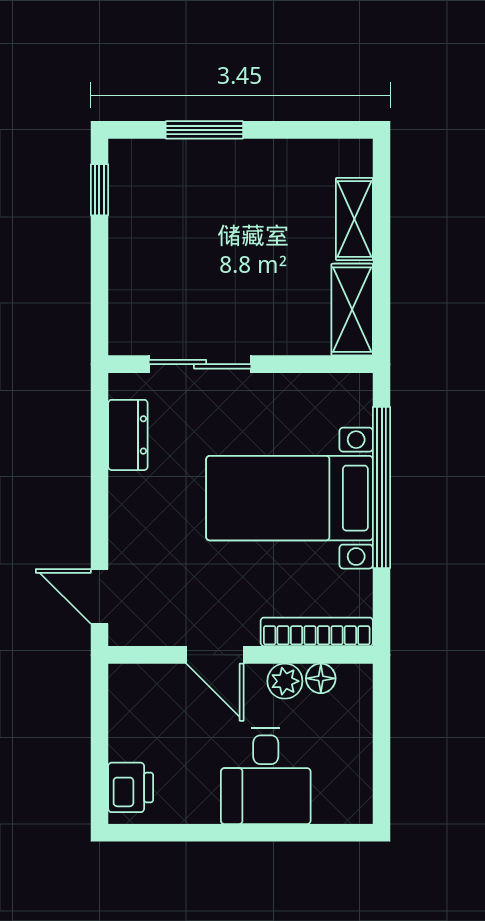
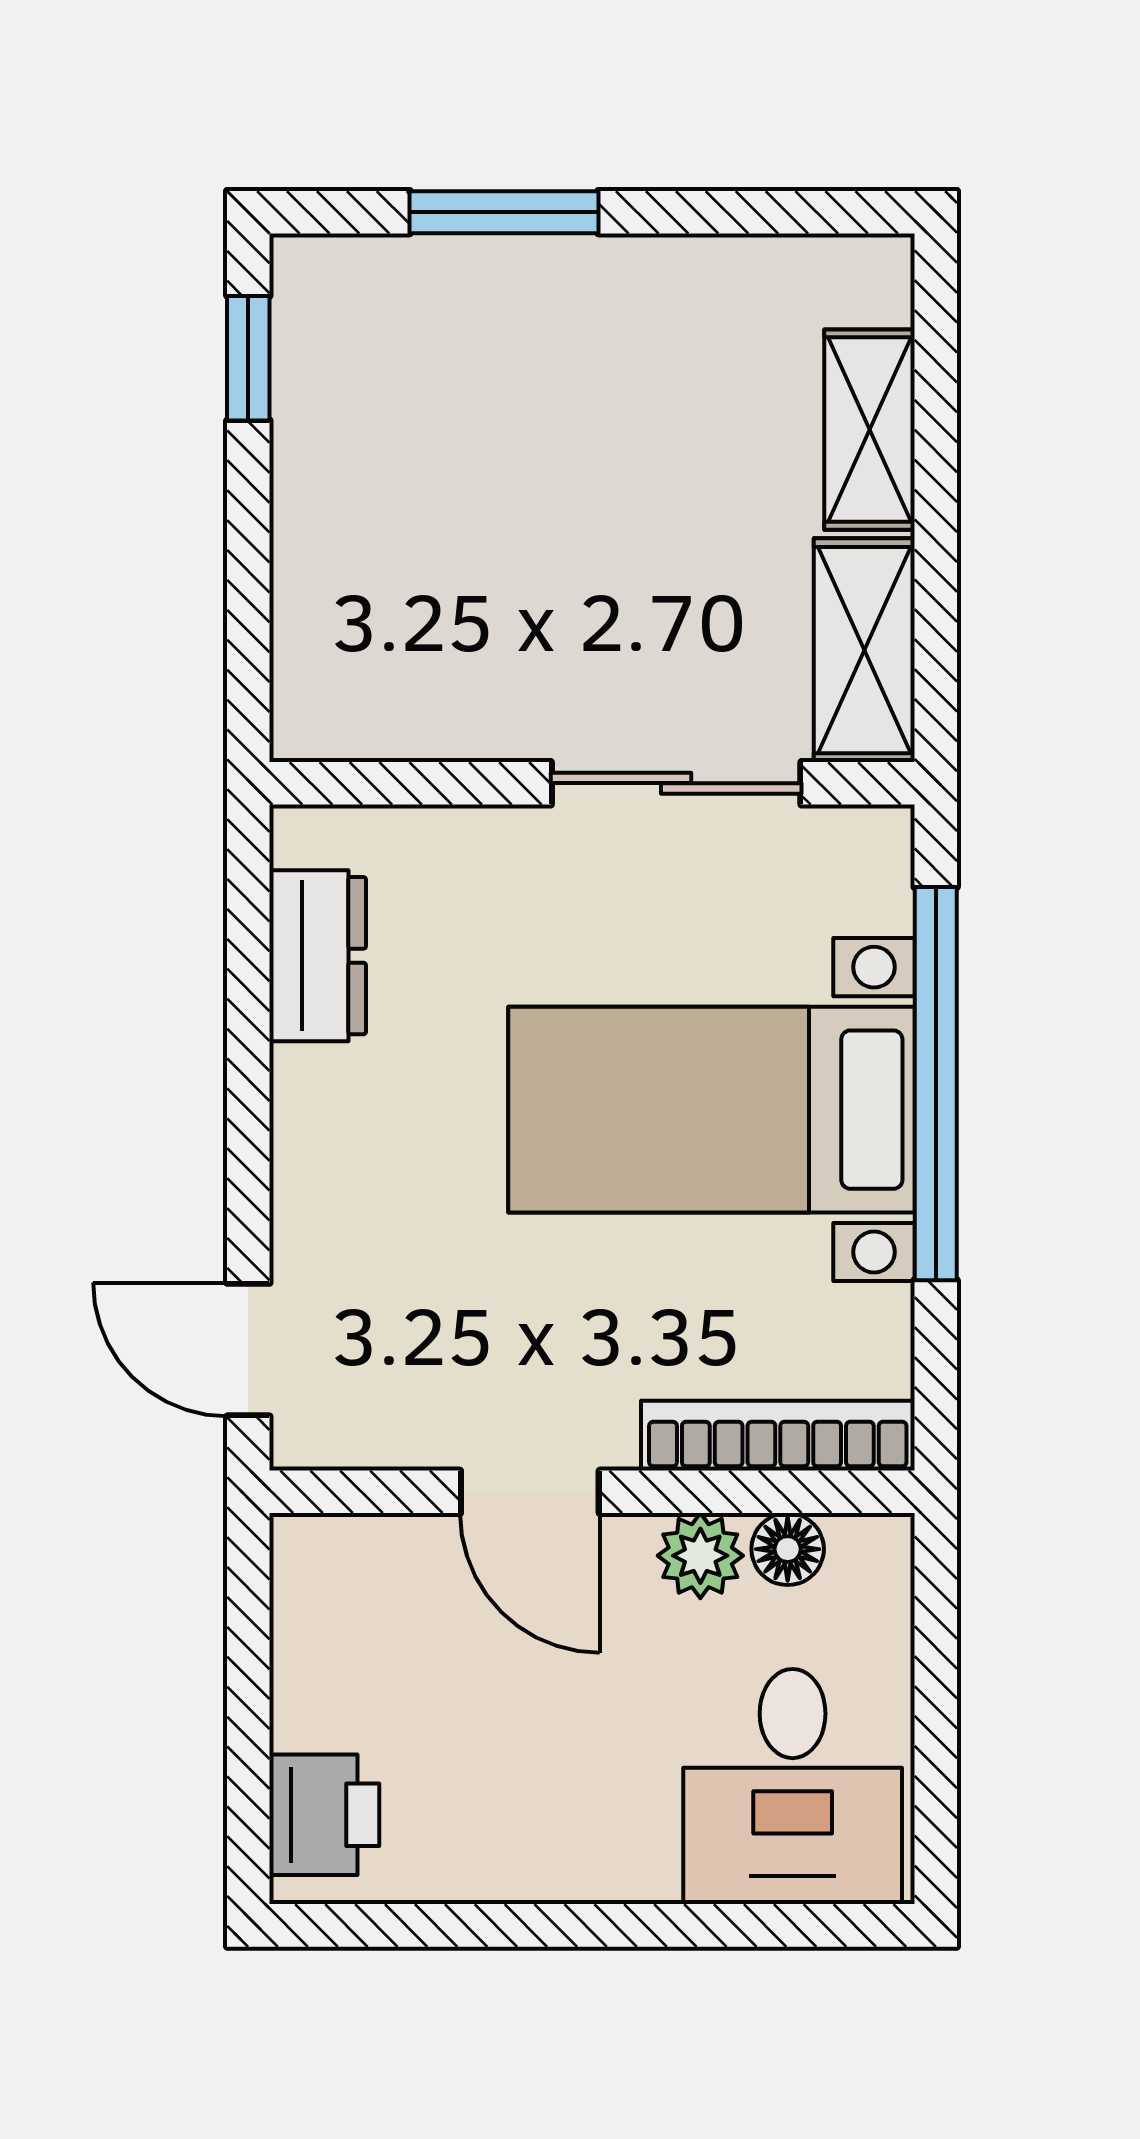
sliding door: (200, 364) -> (676, 783), moved
desk: (266, 776) -> (793, 1787), moved

